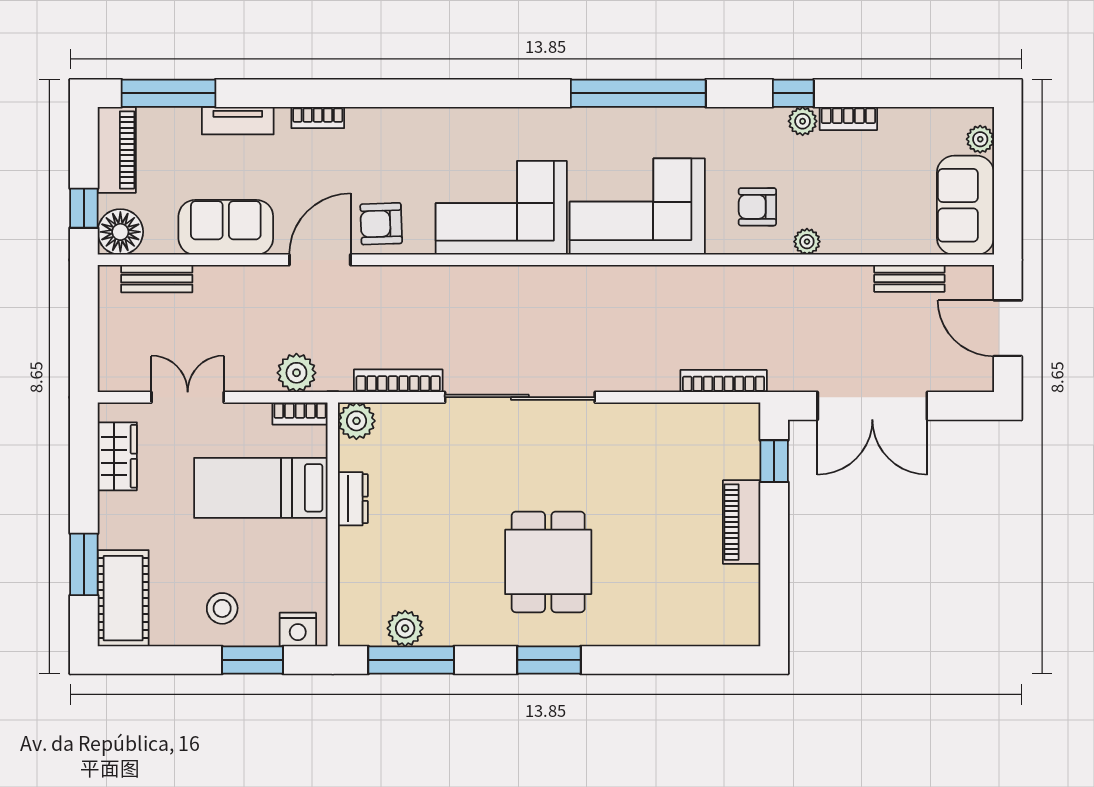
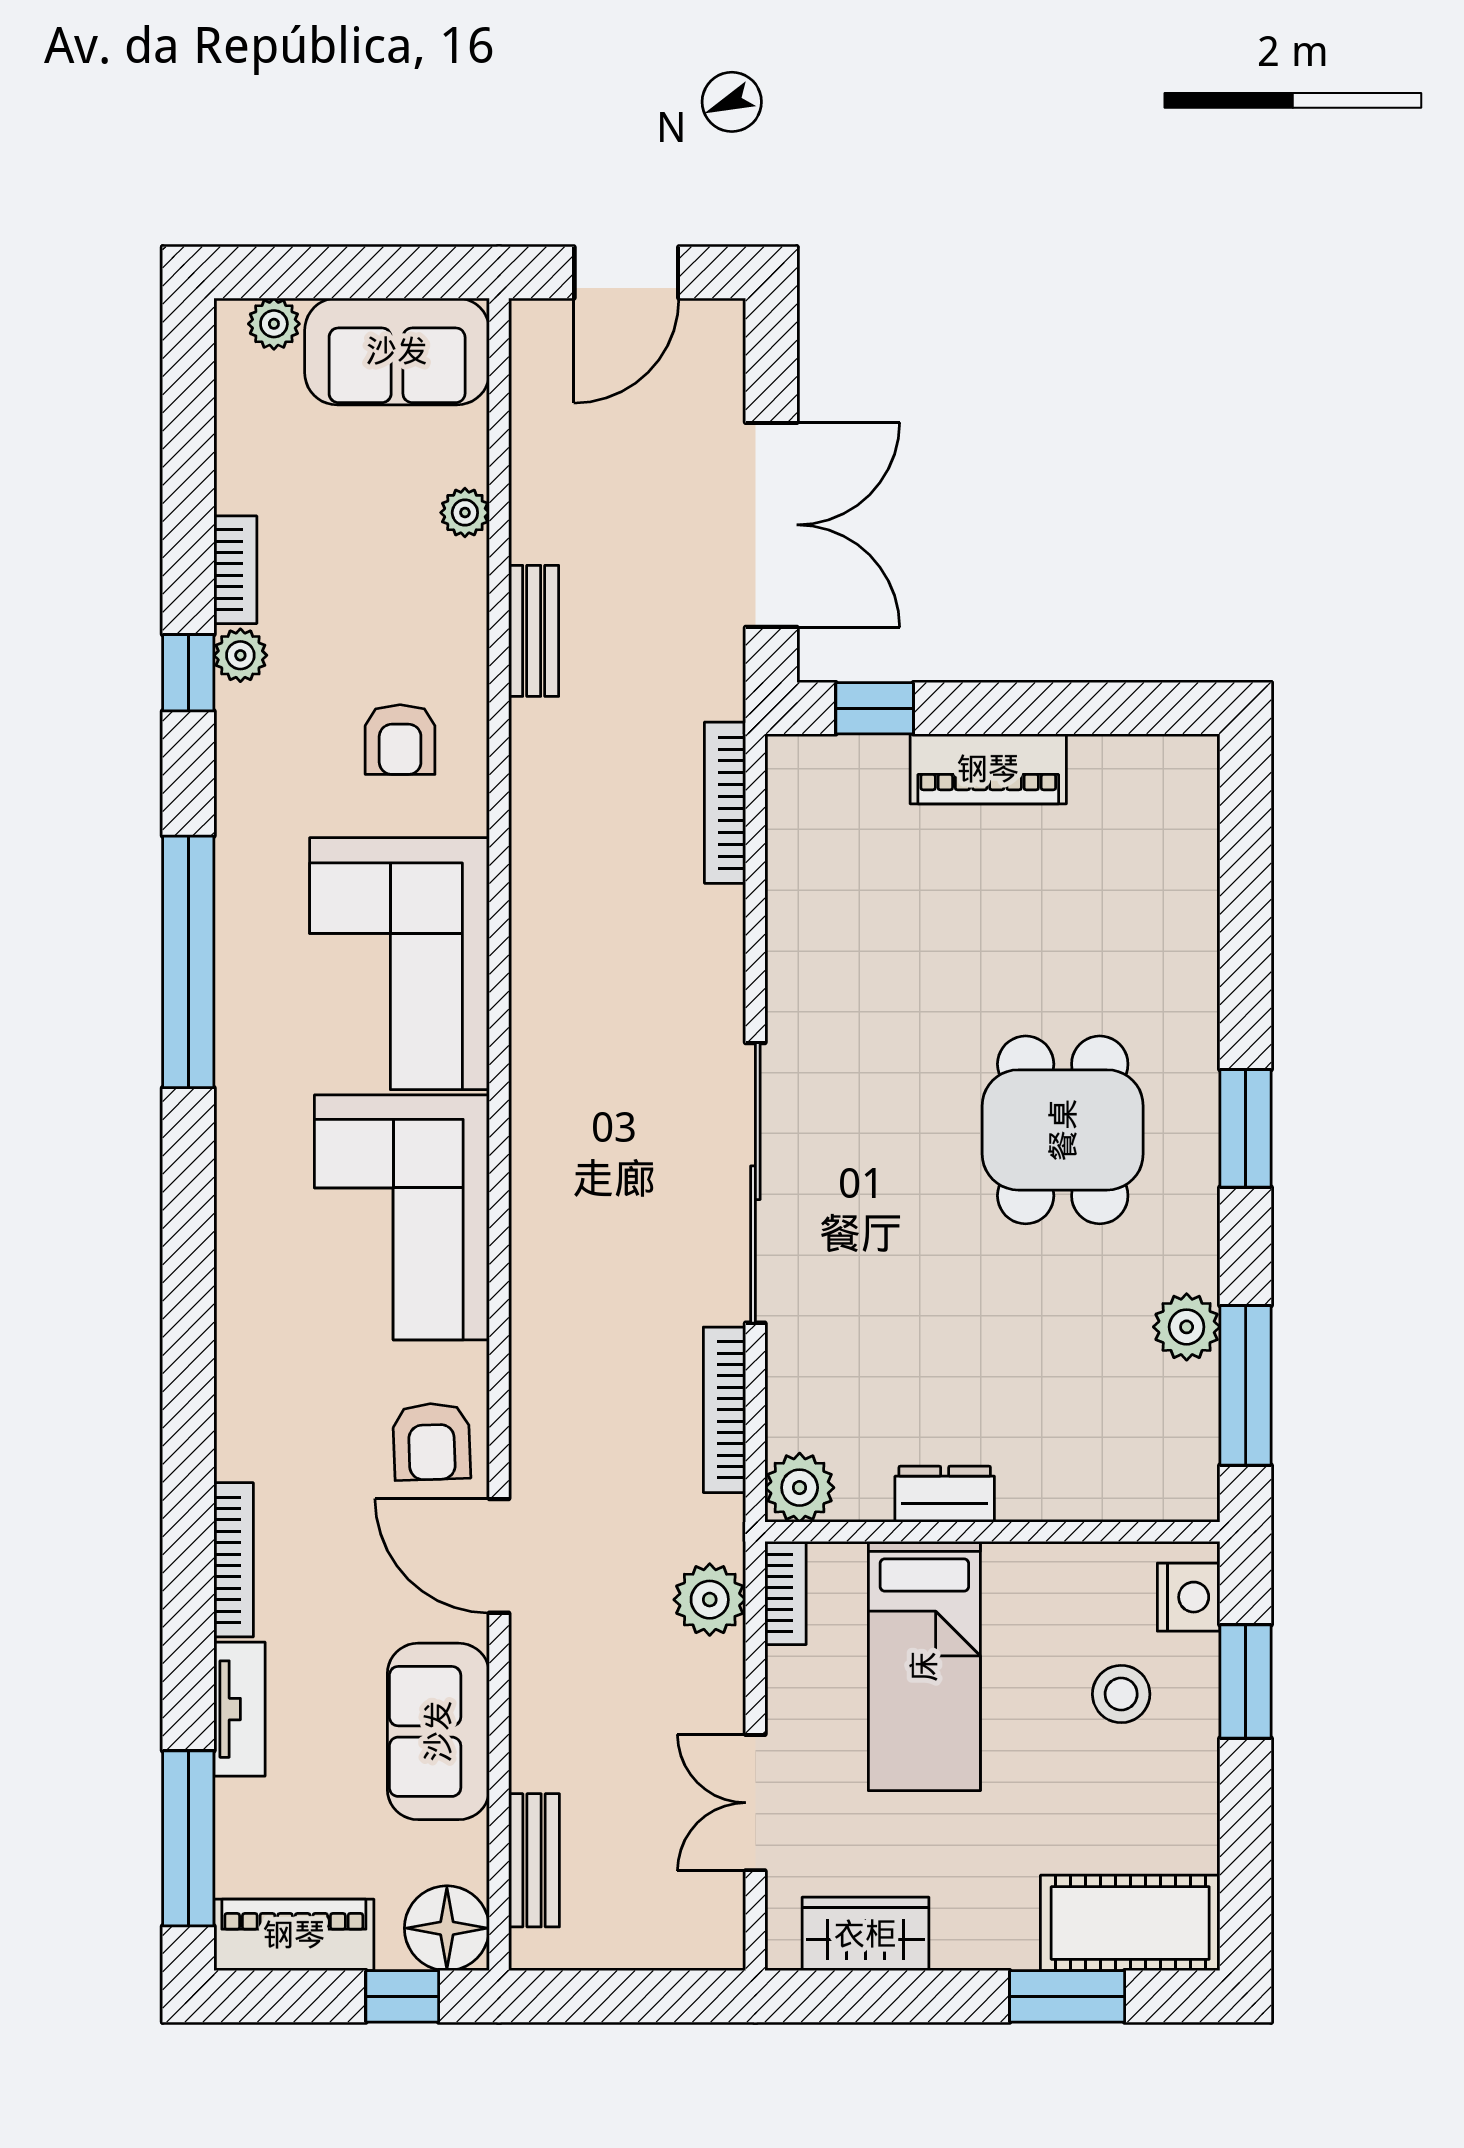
bookcase: (318, 118) -> (234, 1560), width x1.56
plant: (807, 242) -> (465, 513), moved
bench: (909, 278) -> (534, 631), moved
dining table: (548, 562) -> (1063, 1130), turned 90
stool: (222, 608) -> (1121, 1694), moved
plant: (405, 628) -> (1187, 1327), moved

